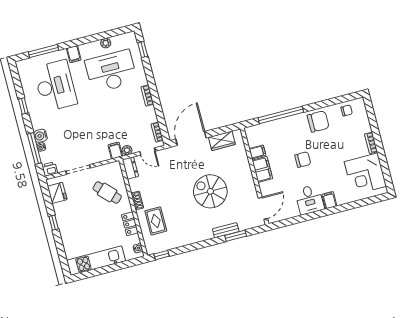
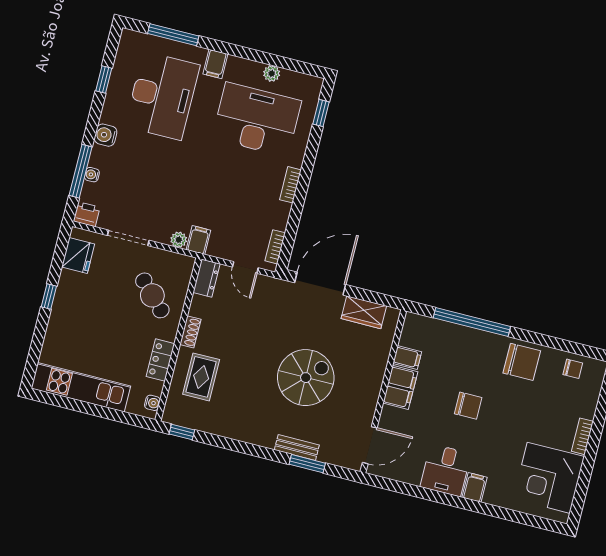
window: (23, 106) -> (104, 80), moved
water cooler: (40, 136) -> (106, 135), moved
plant: (127, 150) -> (179, 240), moved
spiral stairs: (210, 191) -> (306, 378), turned 90

